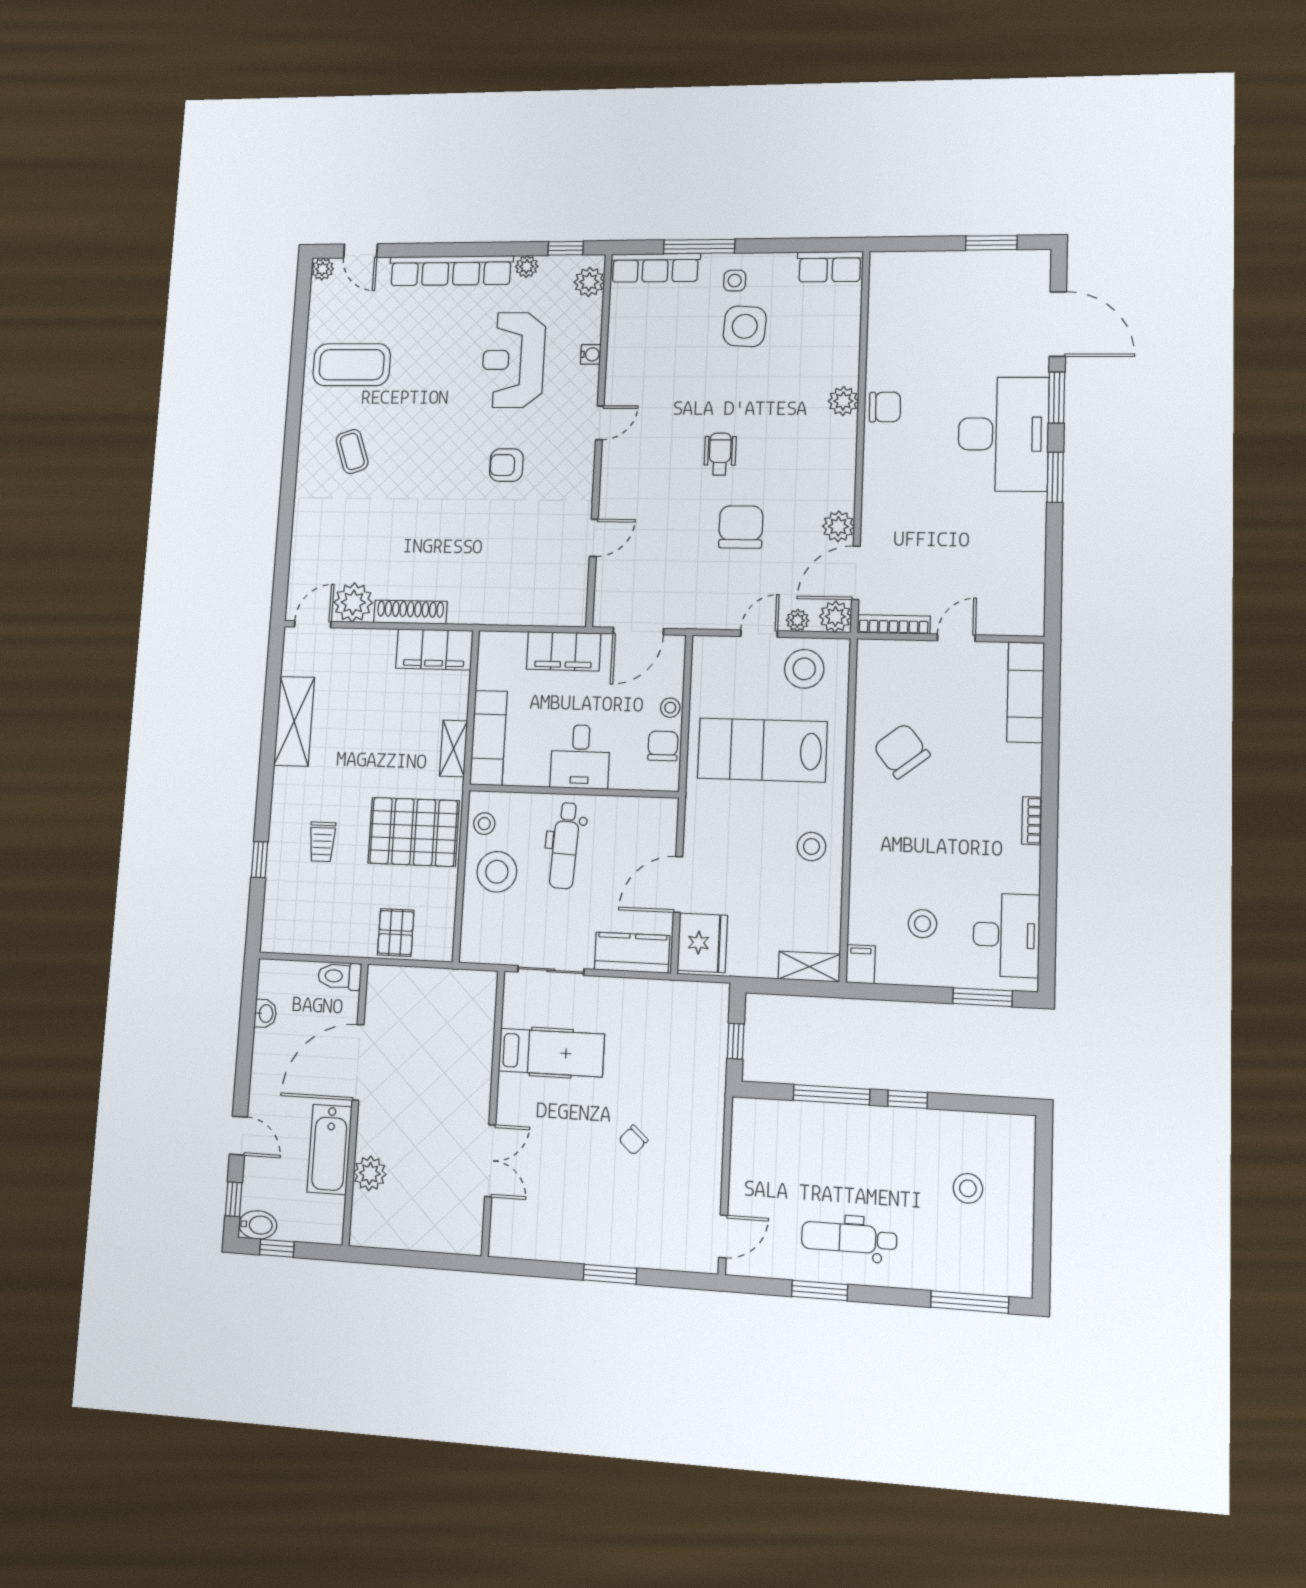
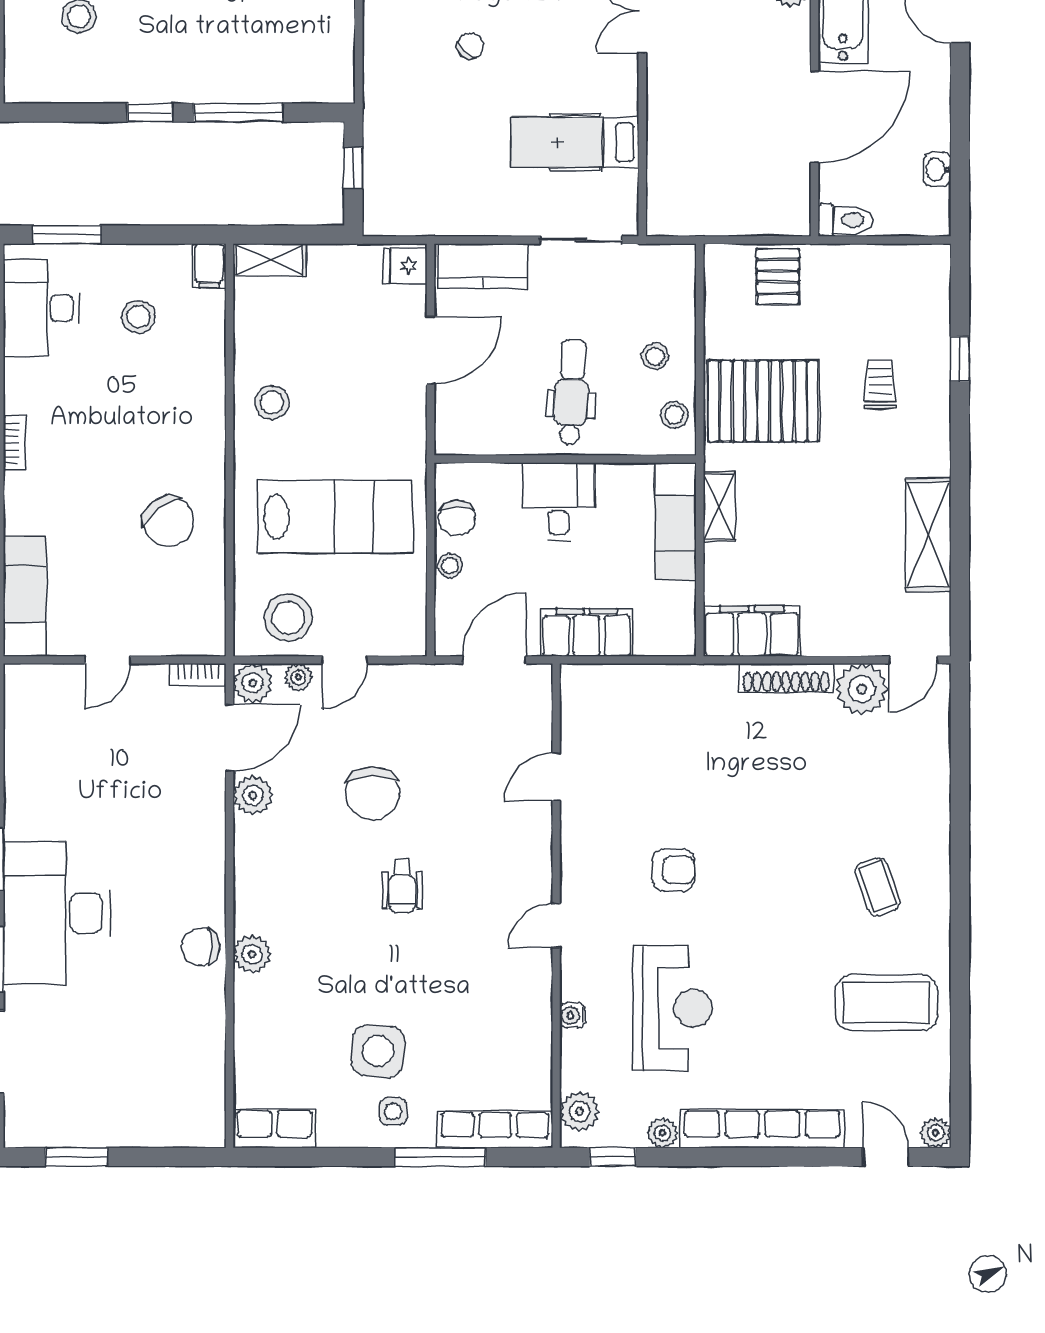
bookcase: (894, 624) -> (198, 675), width x0.64
stool: (497, 872) -> (655, 356), width x0.53, depth x0.53
fridge: (702, 943) -> (405, 266), width x0.53, depth x0.75

